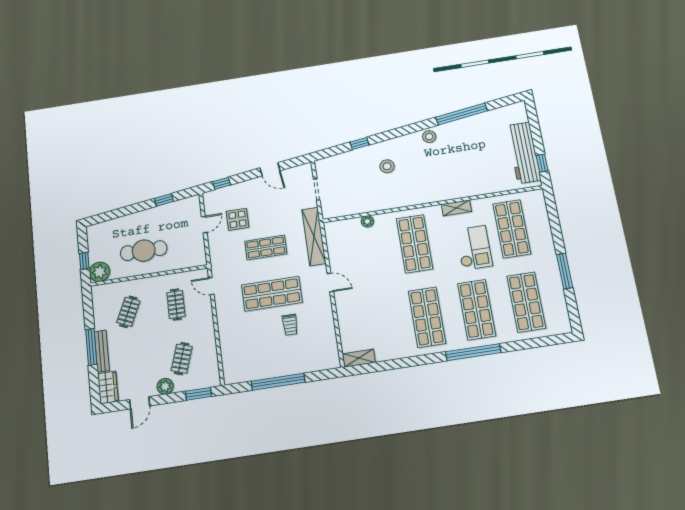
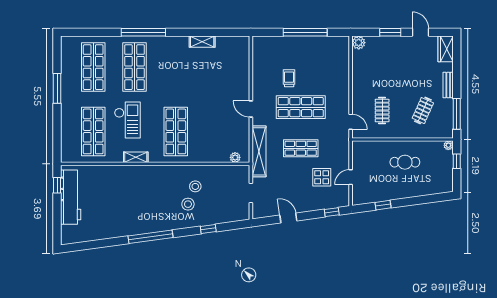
window: (462, 114) -> (151, 237), moved
stool: (429, 137) -> (195, 186), moved
plant: (367, 221) -> (235, 157), moved
checkout: (474, 248) -> (127, 120), turned 180
cafe table: (144, 251) -> (405, 162), width x0.73, depth x0.74
plant: (100, 272) -> (448, 145), width x0.53, depth x0.53
shop shelf: (427, 317) -> (176, 67), removed
window: (91, 347) -> (457, 114), moved
bench: (102, 351) -> (448, 85), width x0.73
shelving: (359, 358) -> (202, 42), moved
clothes rail: (182, 359) -> (382, 64), removed
plant: (165, 386) -> (359, 43), moved
window: (198, 394) -> (390, 32), moved
door: (140, 403) -> (420, 32), hinge flipped

